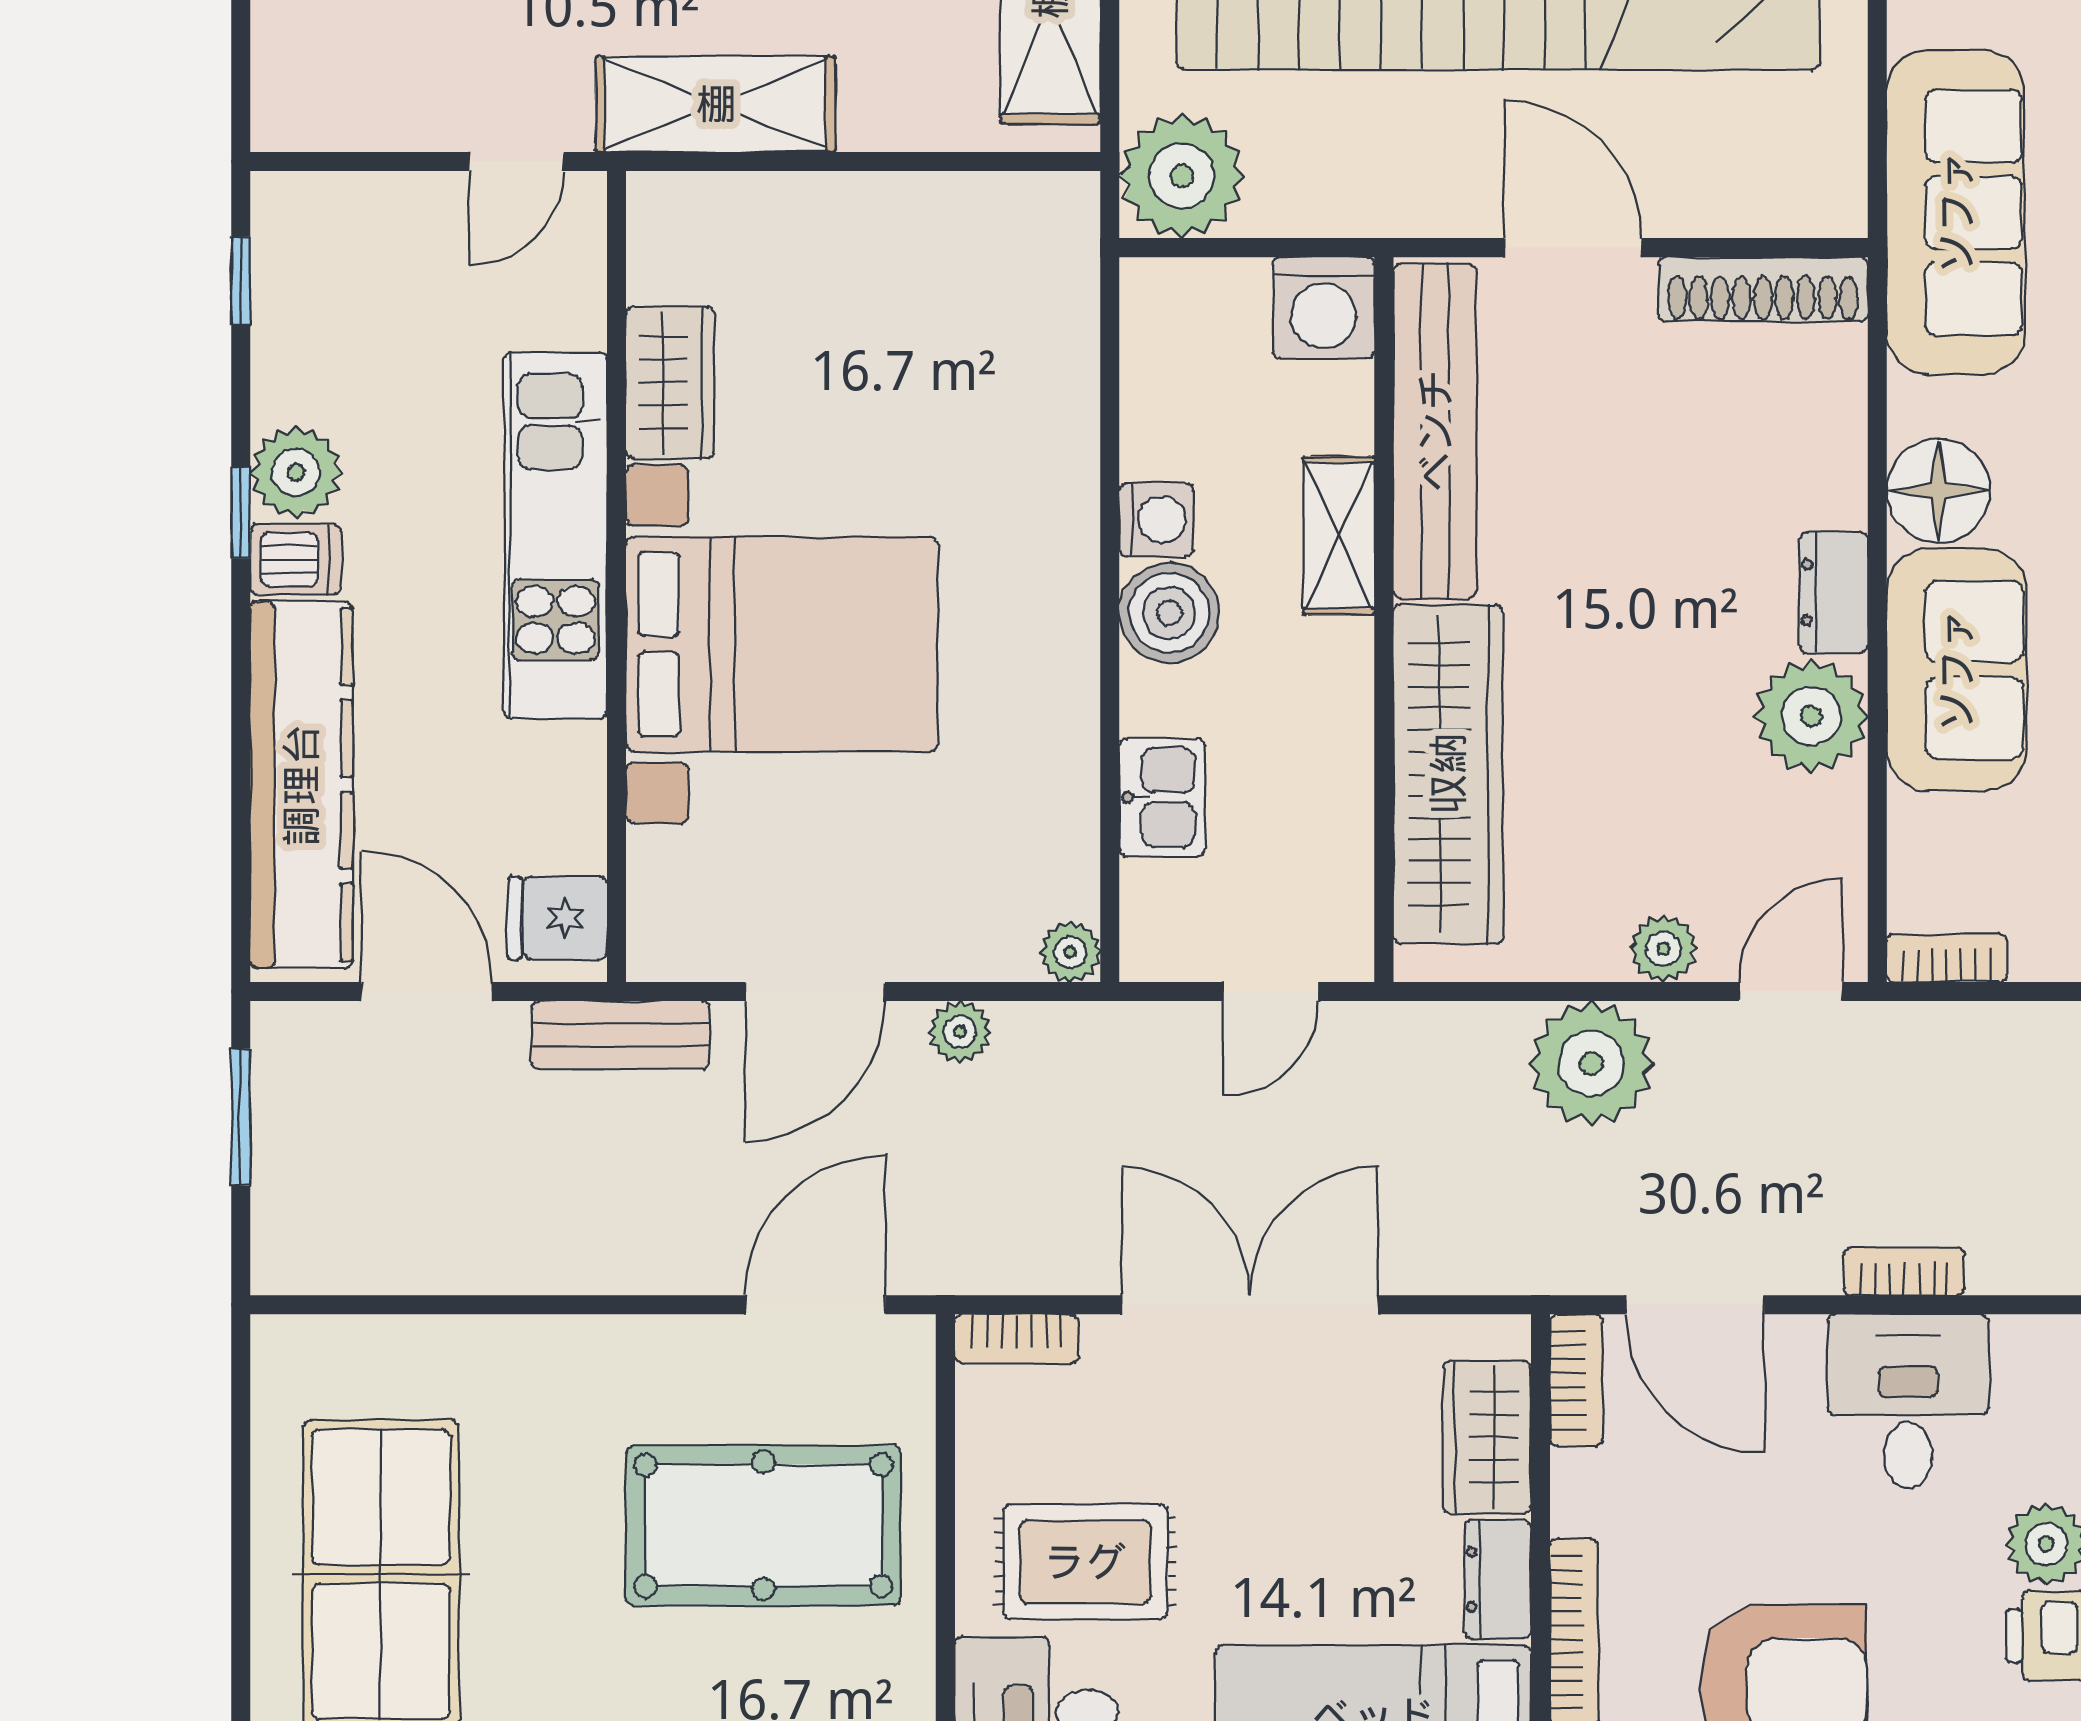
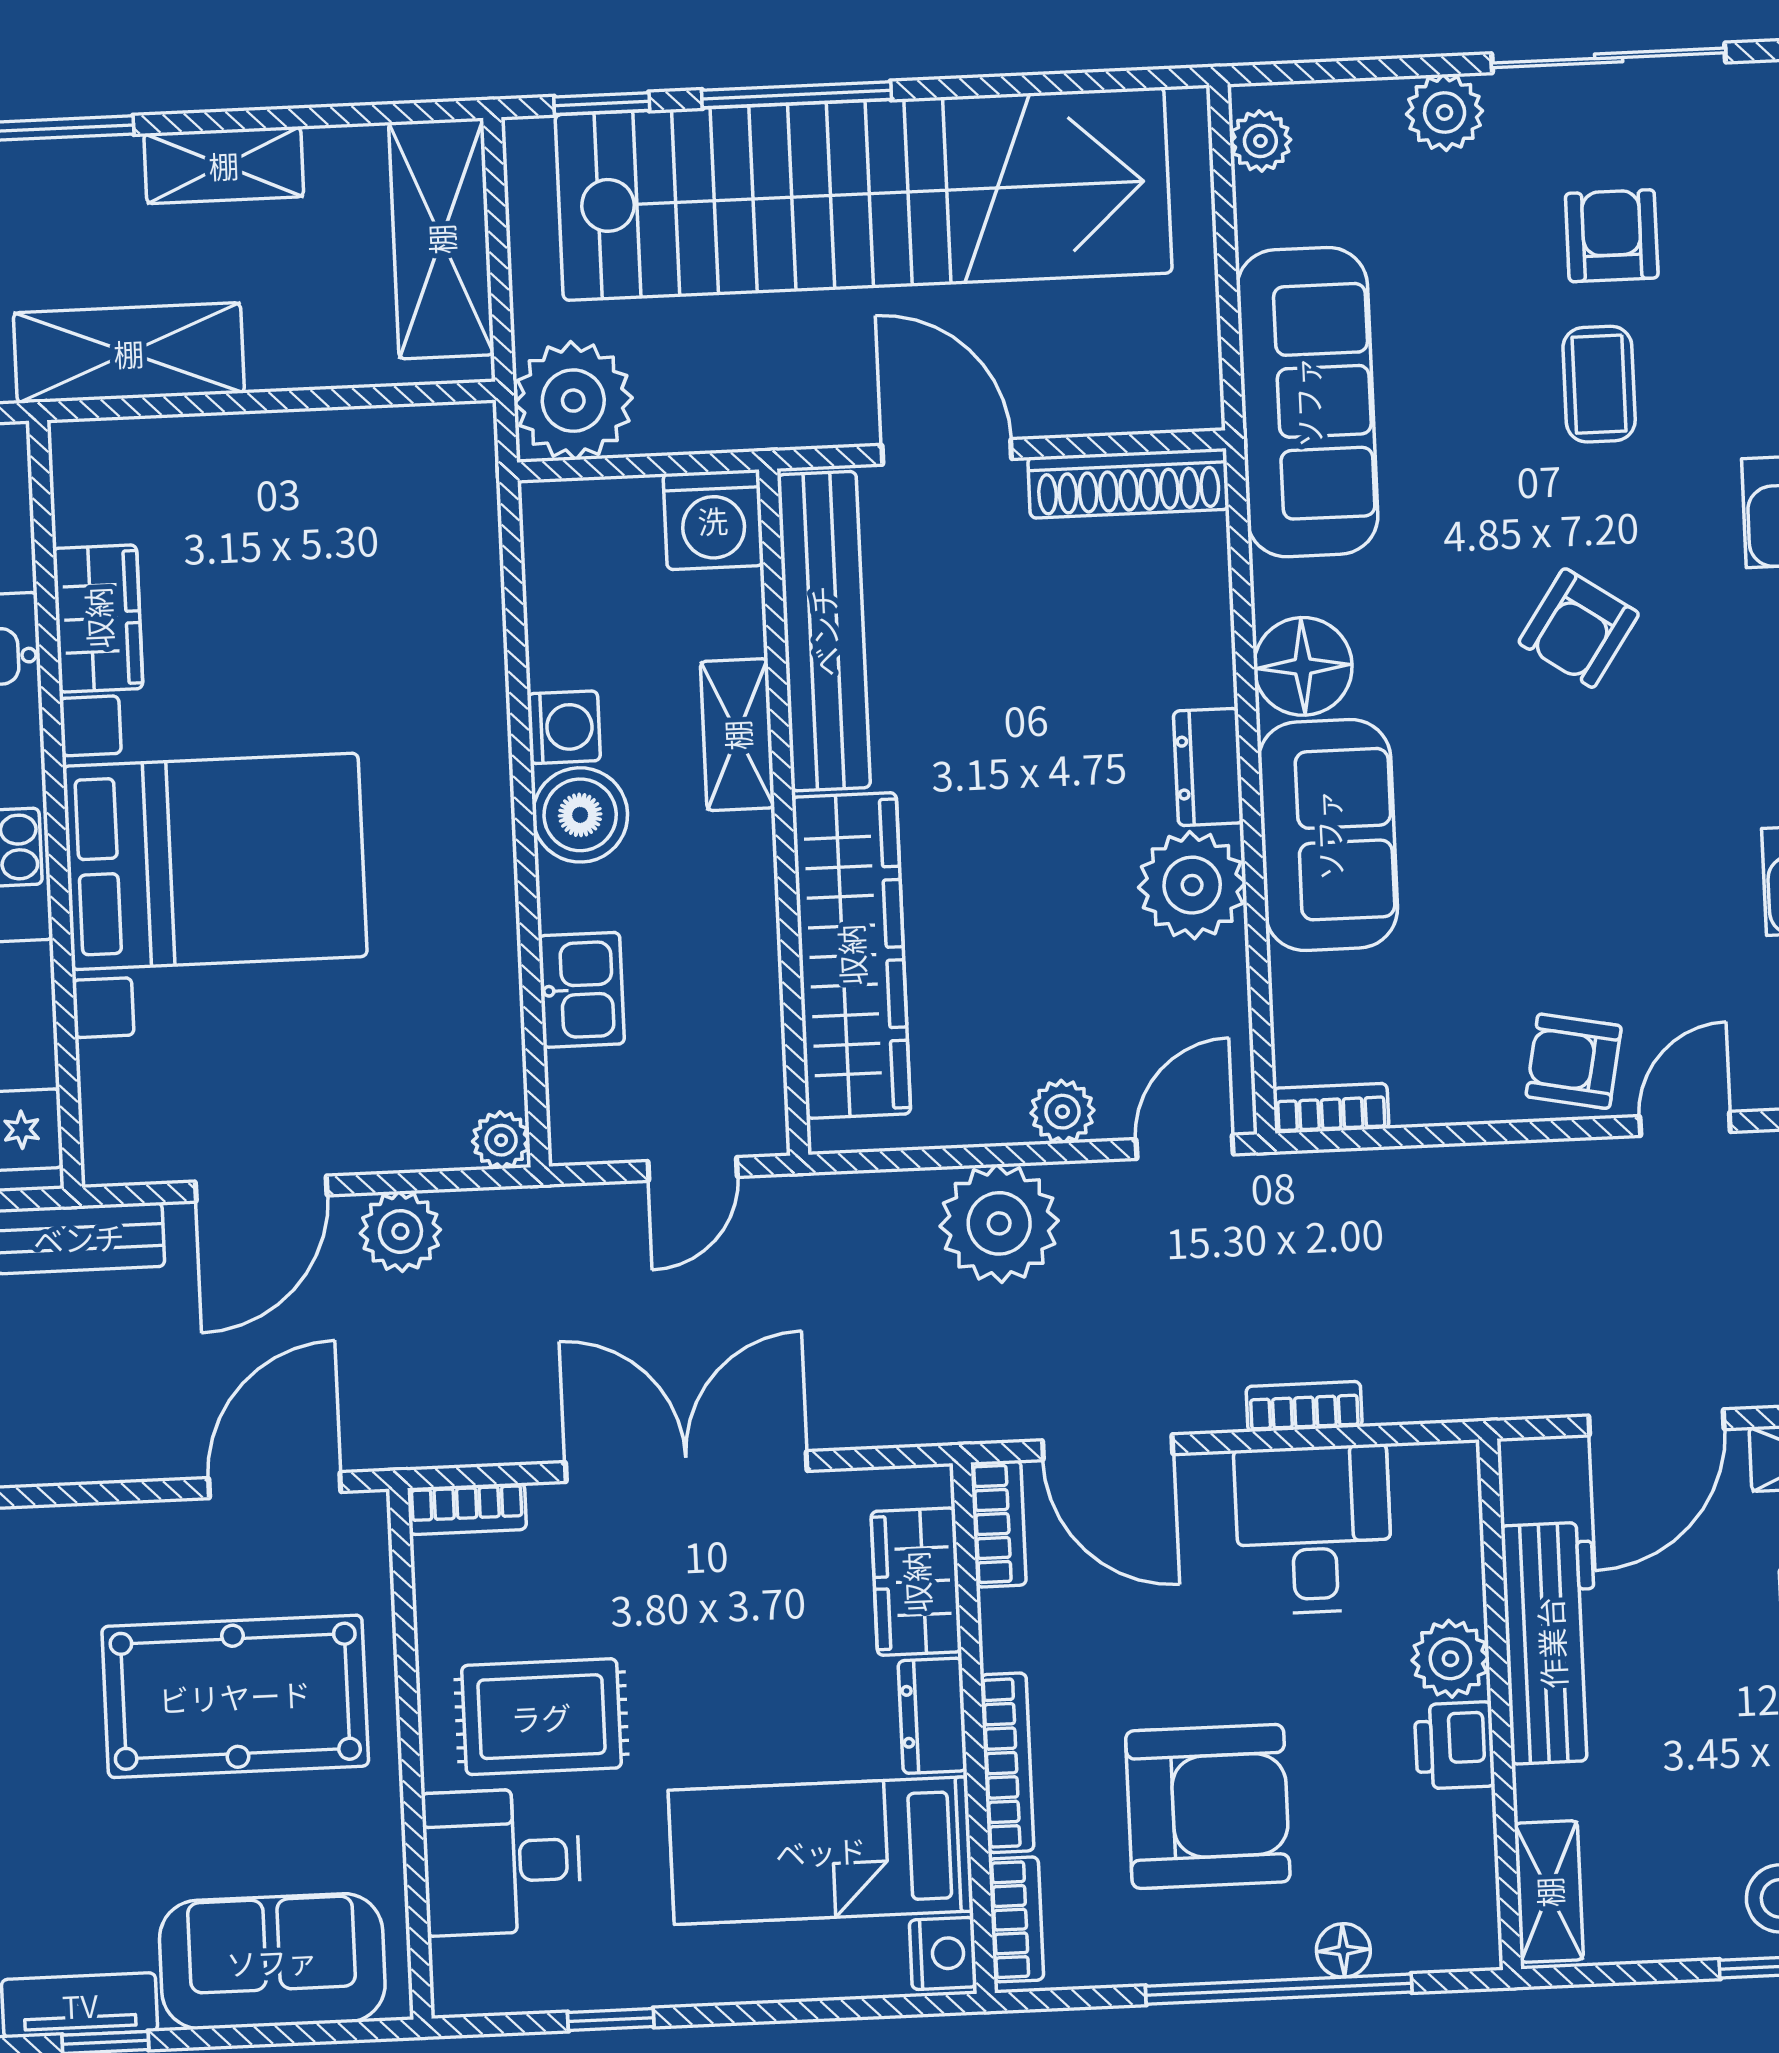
plant: (960, 1032) -> (400, 1231), width x1.38, depth x1.38

